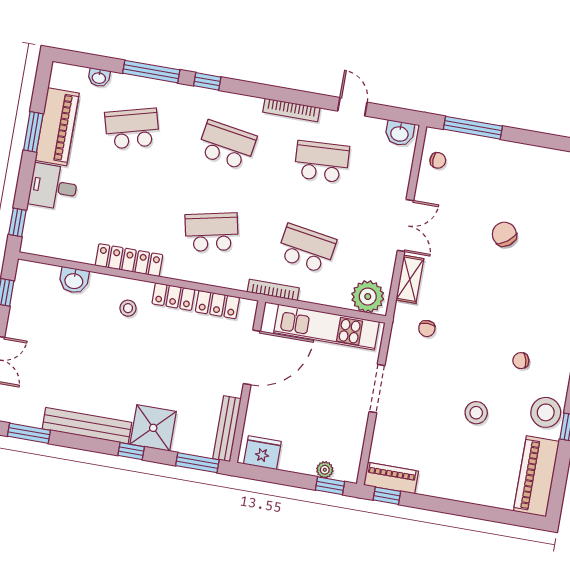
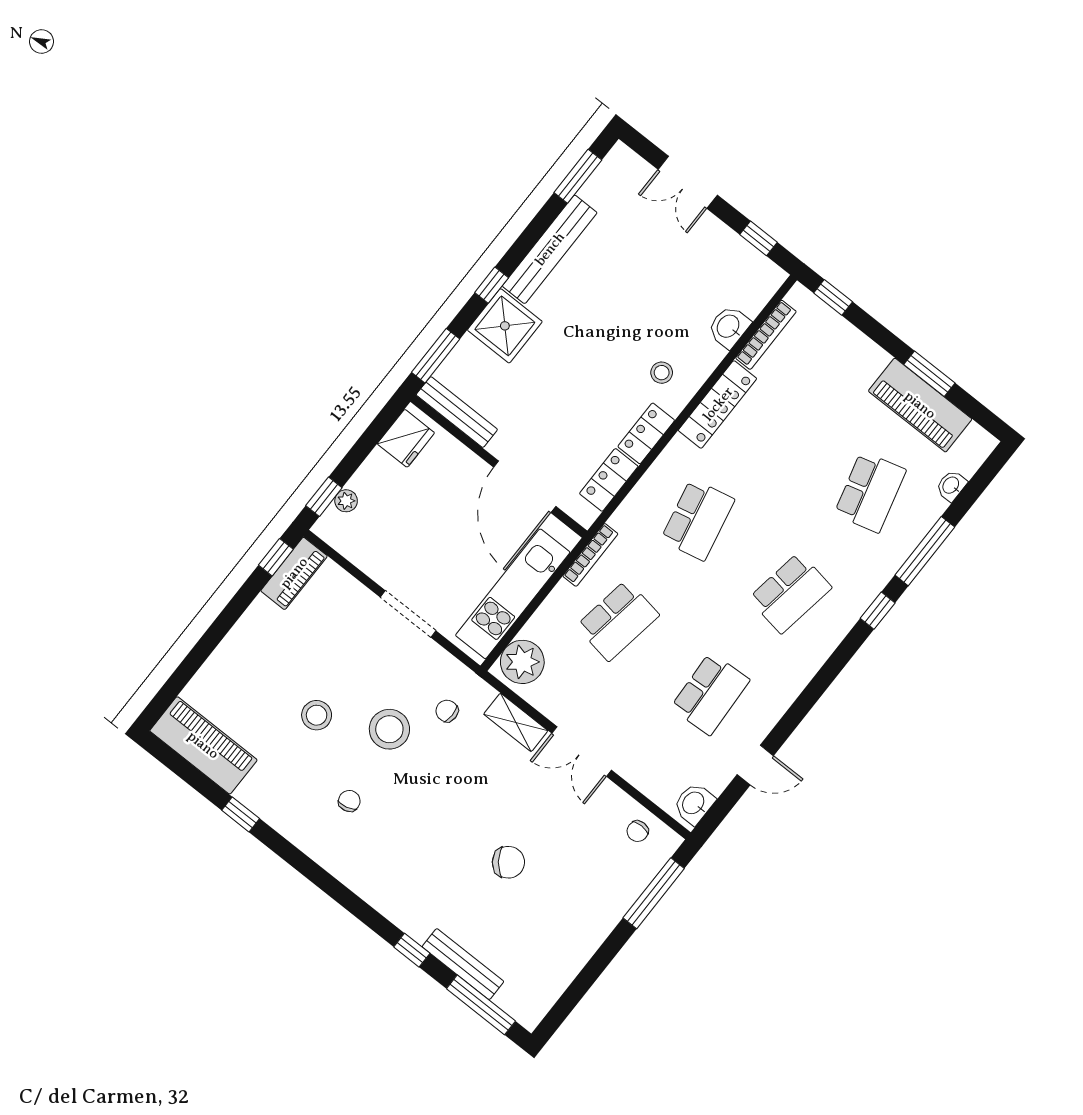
bookcase: (291, 110) -> (766, 335), moved, turned 180
desk: (53, 187) -> (852, 362), removed
stool: (546, 412) -> (389, 729), moved

